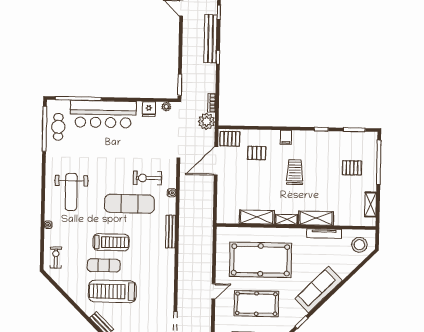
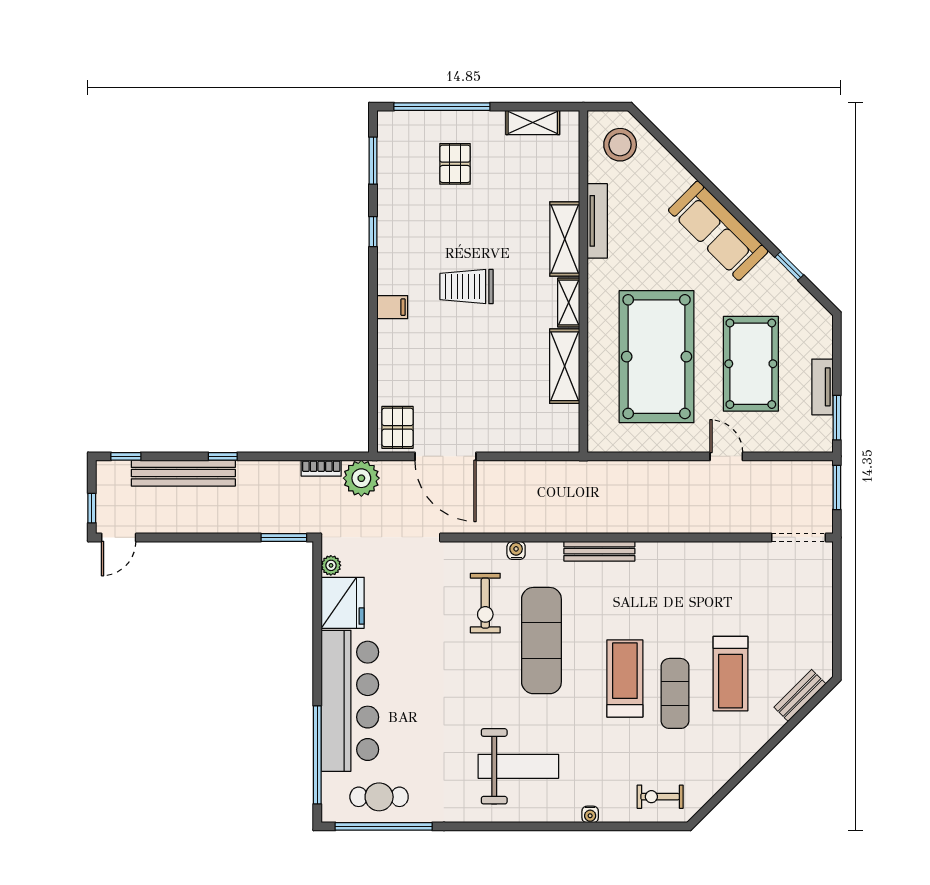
fridge: (149, 109) -> (343, 603), width x1.88, depth x1.34
pallet: (257, 153) -> (427, 369), removed
treadmill: (112, 291) -> (731, 674), width x0.73, depth x0.73

